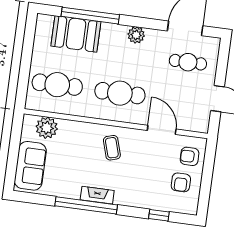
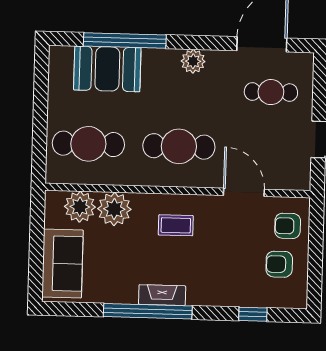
plant: (70, 132) -> (114, 209), added
coffee table: (112, 148) -> (176, 225), turned -73
armchair: (181, 182) -> (279, 264), turned 90

